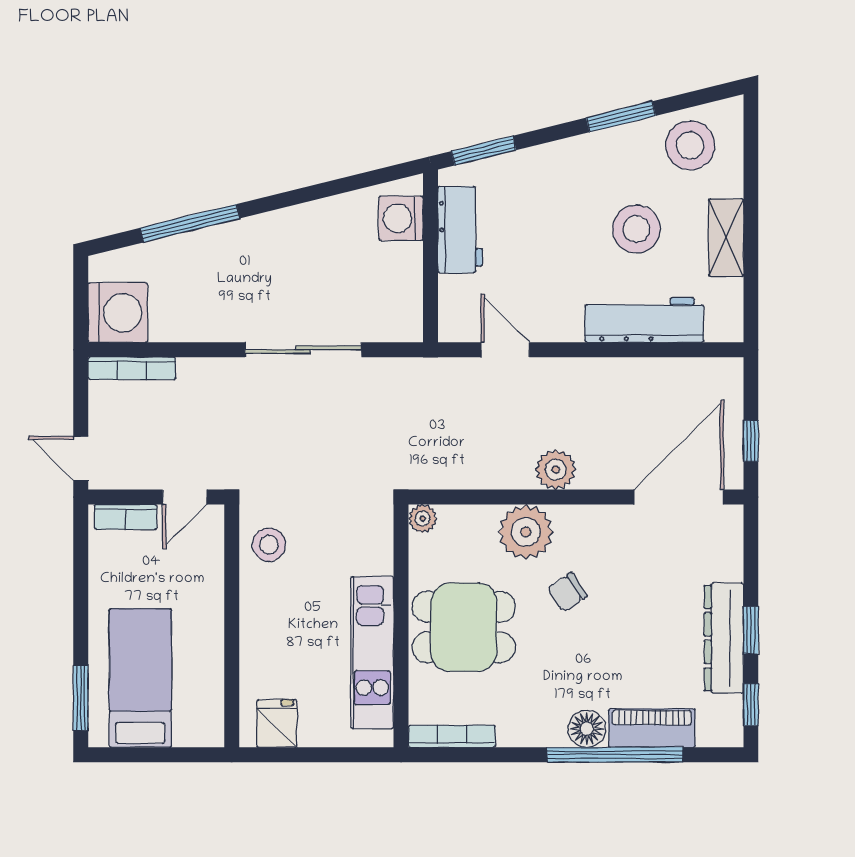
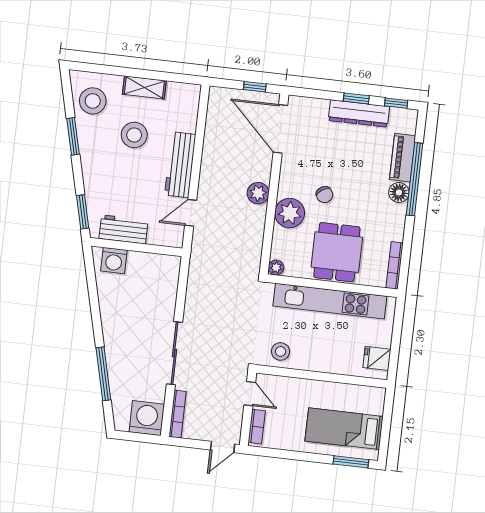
workbench: (644, 320) -> (180, 165), moved
sliding door: (303, 350) -> (174, 353), moved
kitchen unit: (372, 653) -> (330, 301), width x1.36

